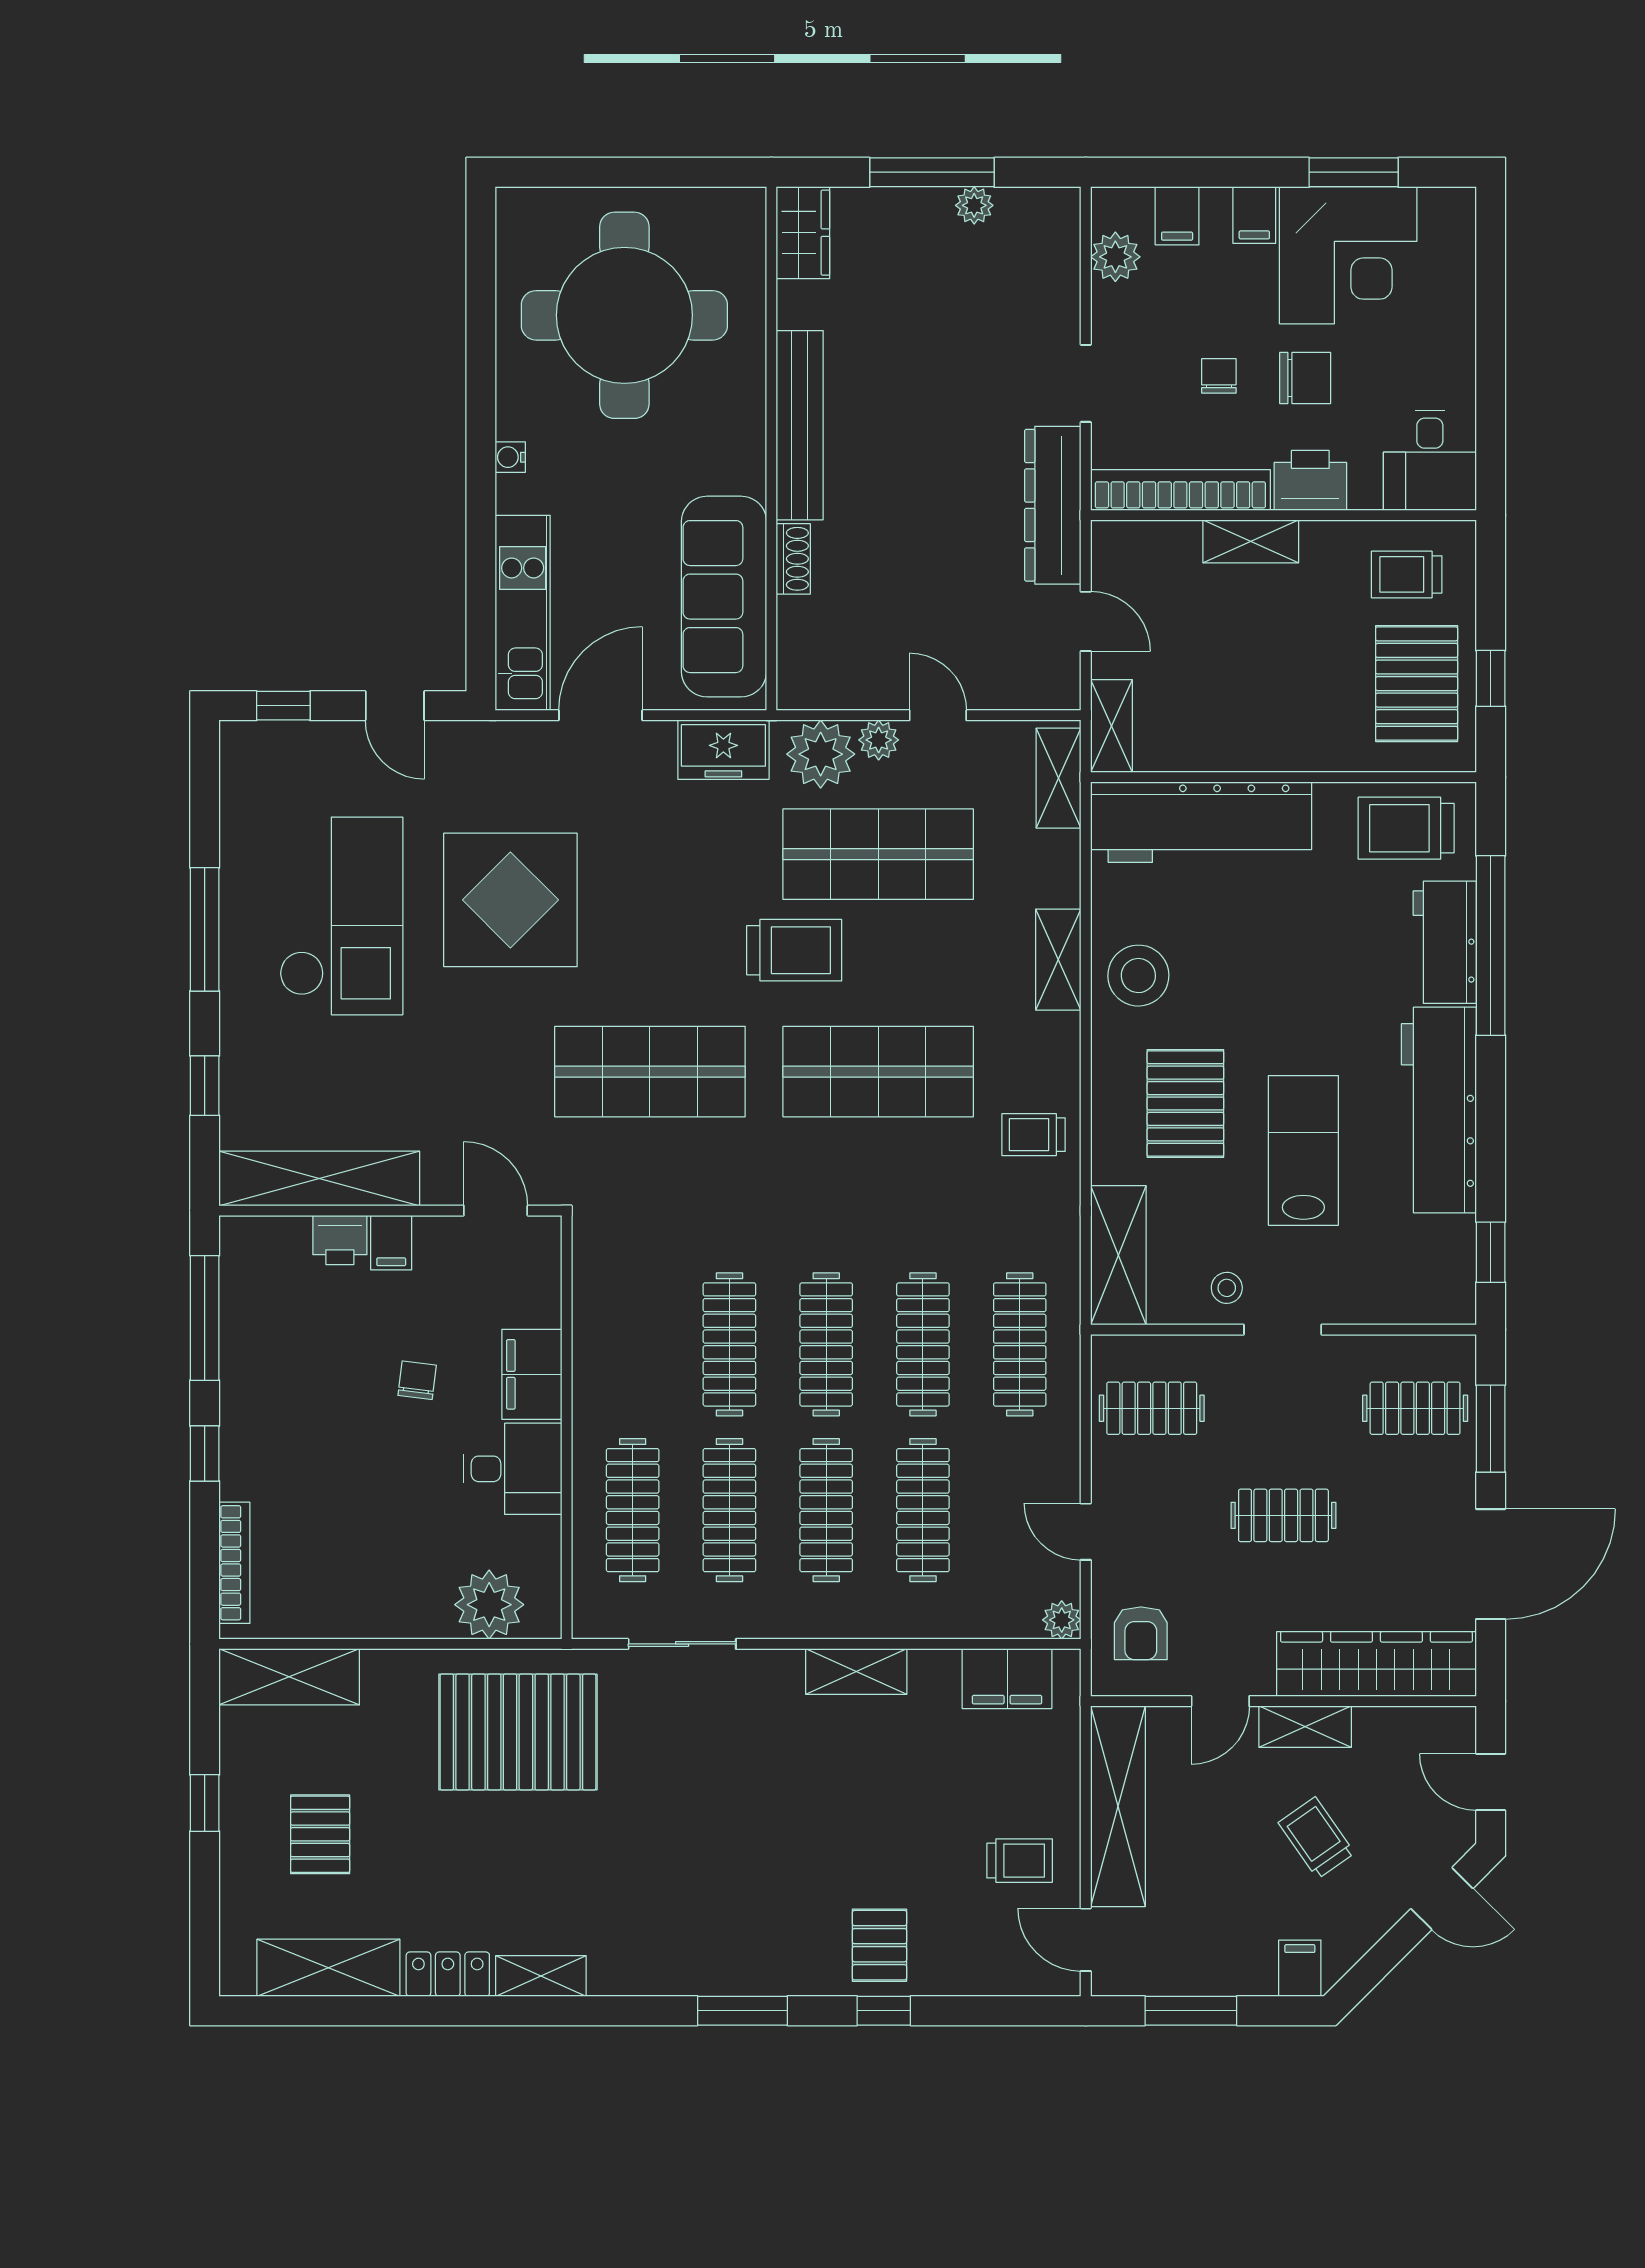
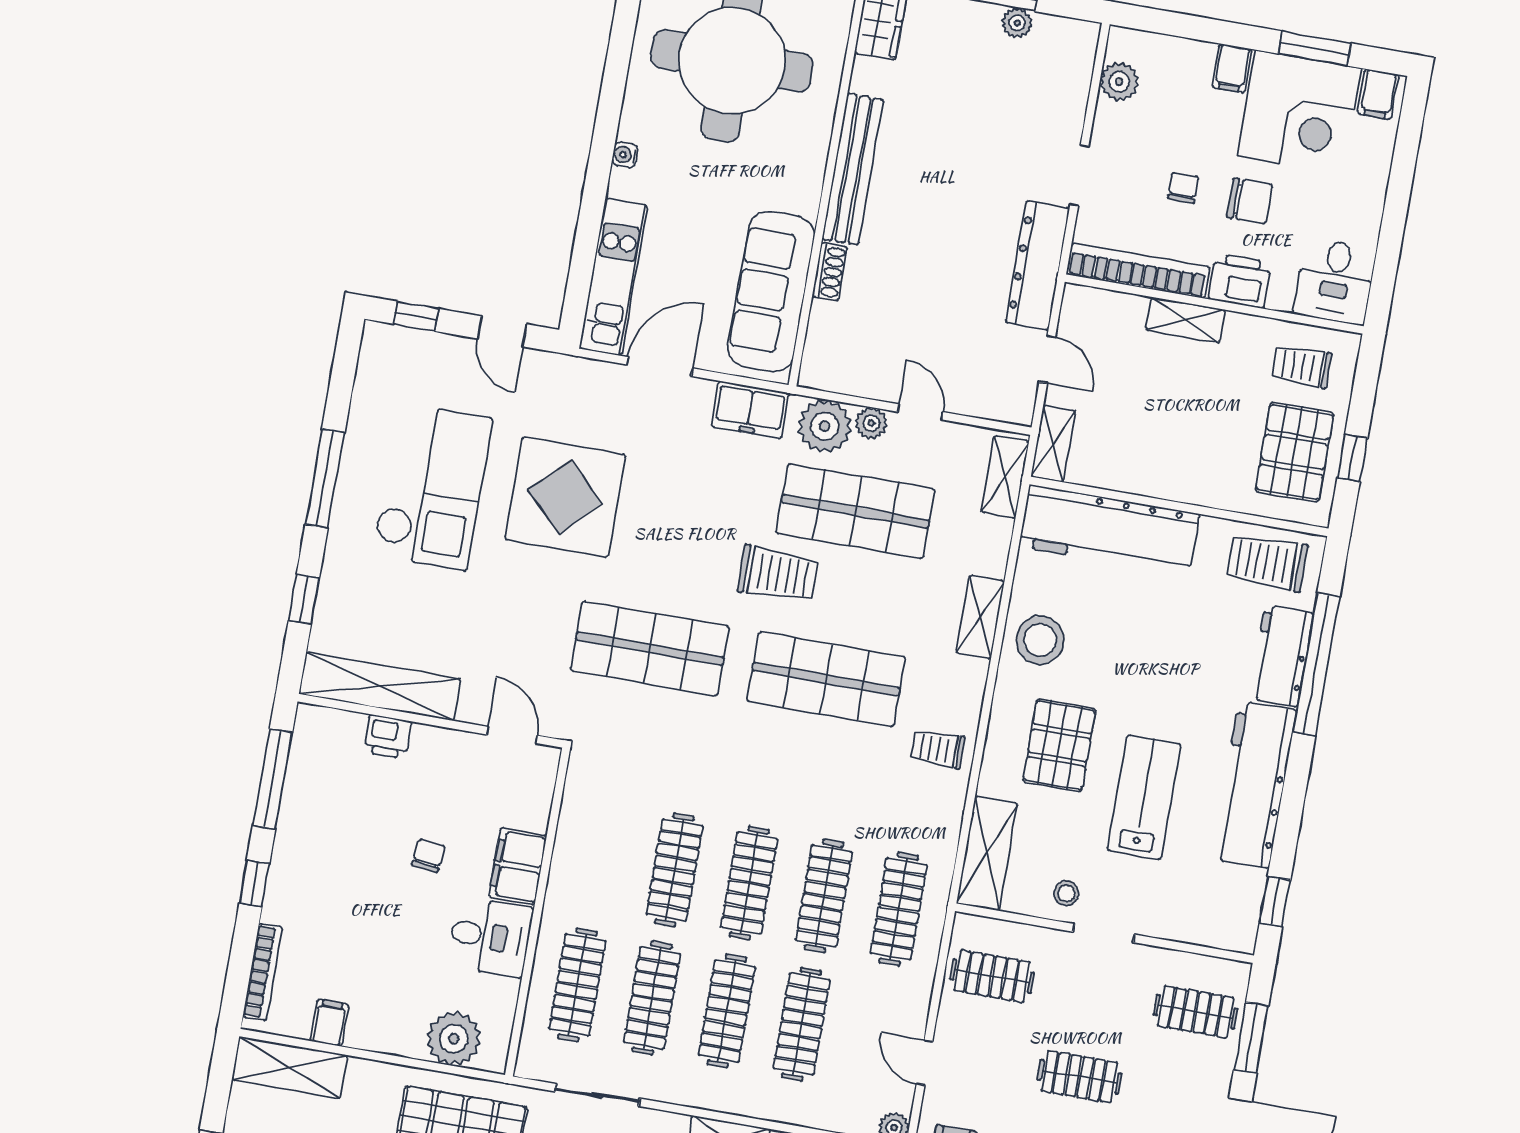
filing cabinet: (1177, 216) -> (1378, 94), moved
filing cabinet: (391, 1243) -> (330, 1023), moved, turned 180

